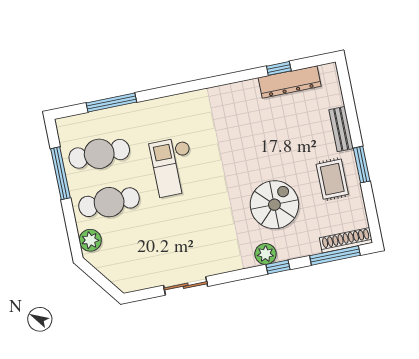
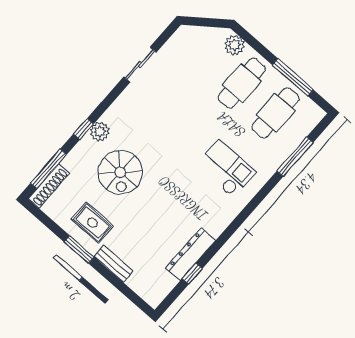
dresser: (290, 82) -> (191, 254), moved
checkout: (173, 167) -> (226, 168), moved

